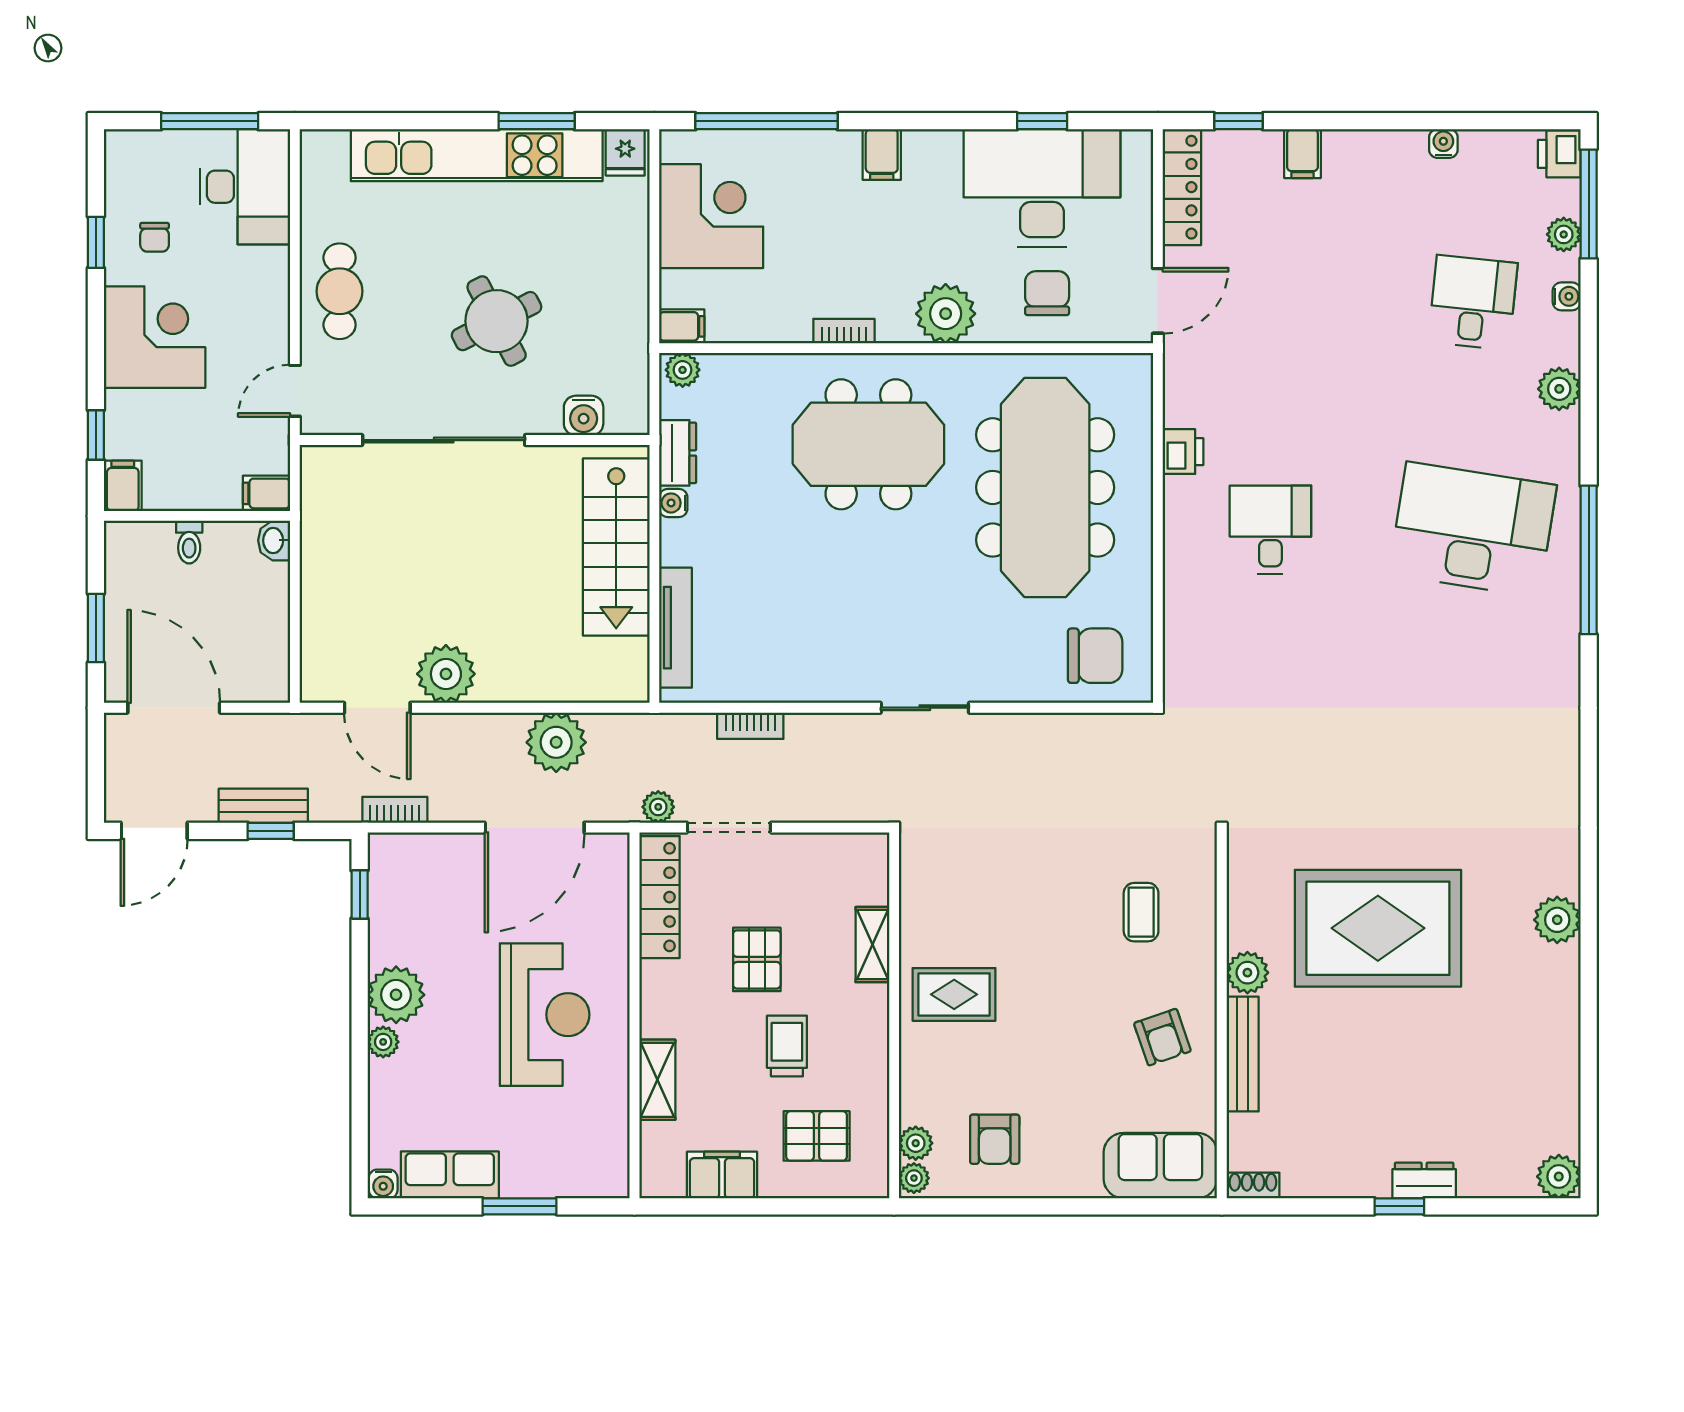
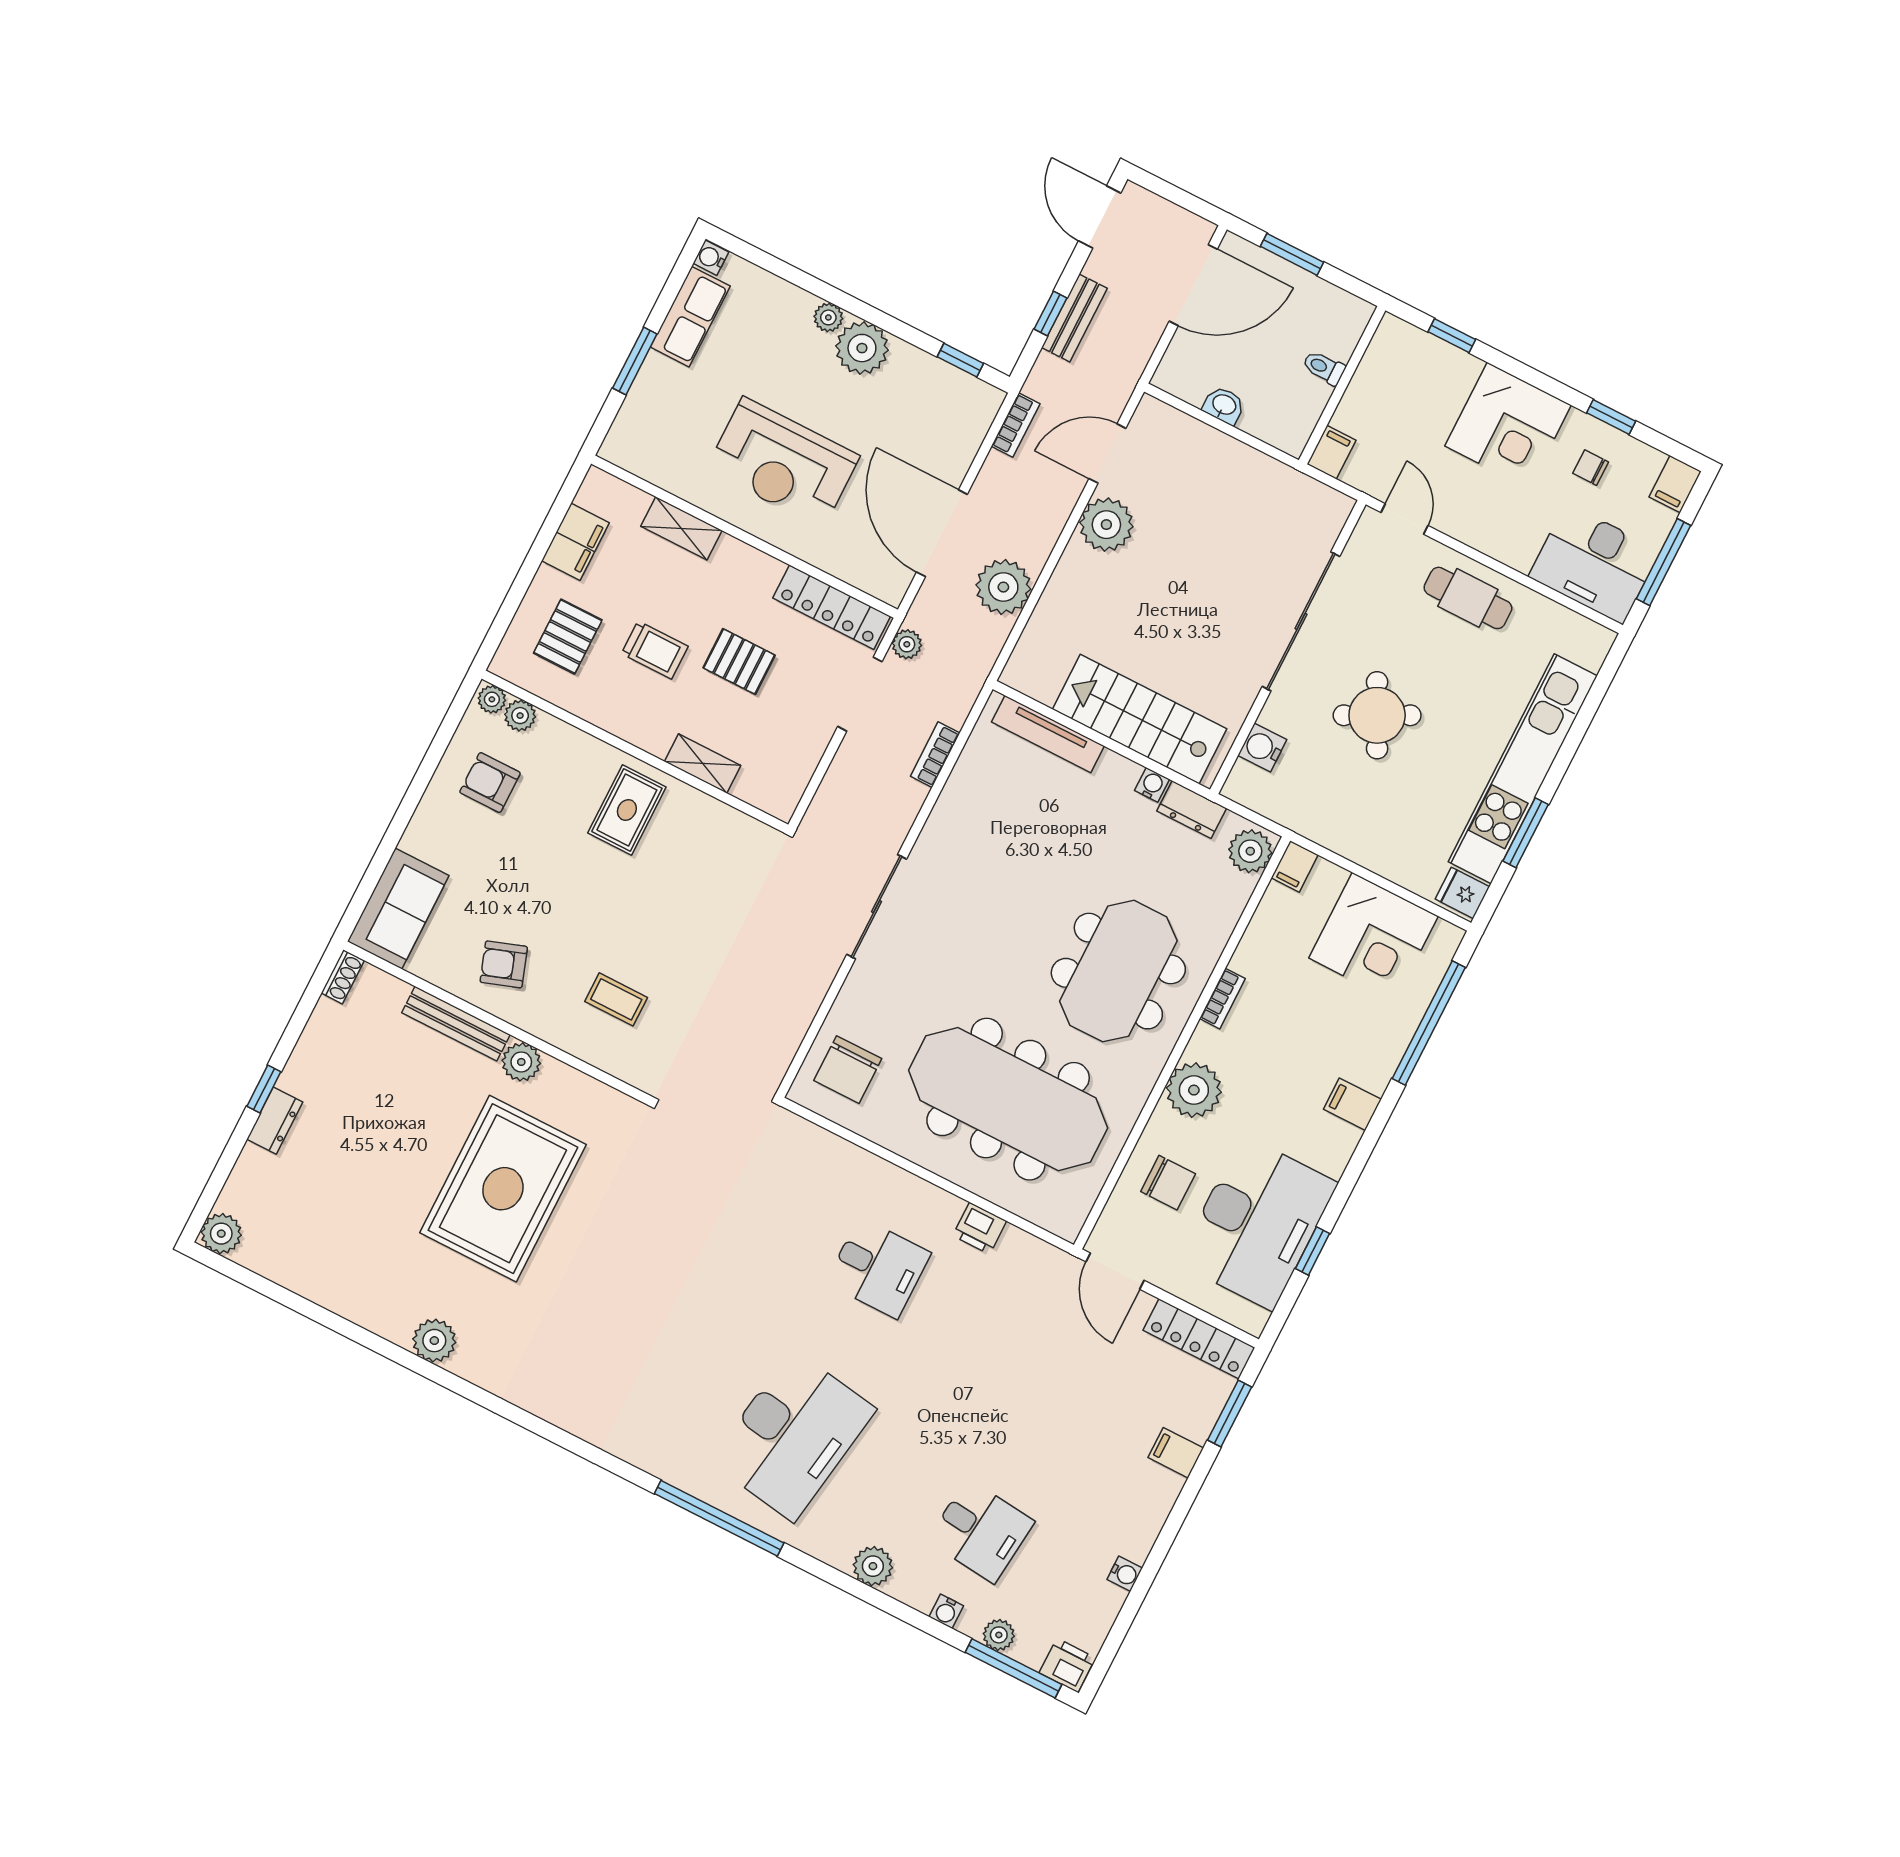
window: (1238, 121) -> (1230, 1414), width x1.50
plant: (683, 370) -> (1250, 851), width x1.38, depth x1.38
filing cabinet: (123, 486) -> (1675, 484), moved, turned 90
washbasin: (274, 540) -> (1224, 405), moved
sliding door: (925, 708) -> (877, 907), width x1.37

